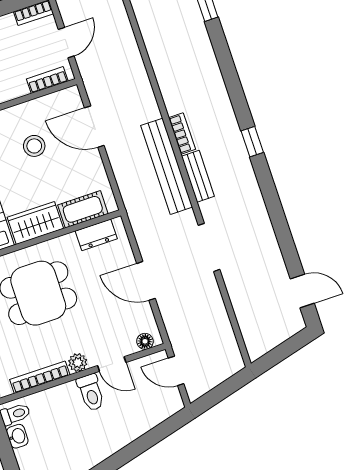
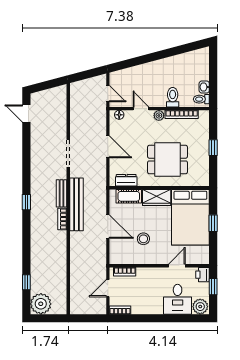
door: (94, 127) -> (108, 227), moved
toilet: (91, 393) -> (173, 97), moved

